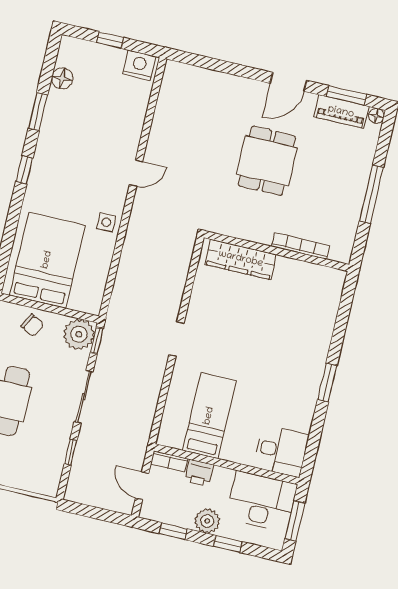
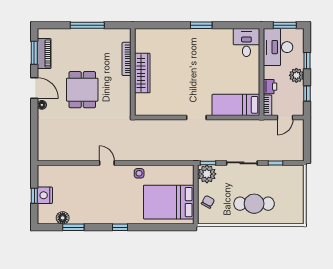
nightstand: (139, 65) -> (45, 195), moved
window: (38, 111) -> (73, 227), moved
floor lamp: (376, 116) -> (42, 105), moved
dining table: (267, 161) -> (82, 90), turned 90
wardrobe: (241, 259) -> (142, 73), moved
bed: (209, 416) -> (236, 105), moved

